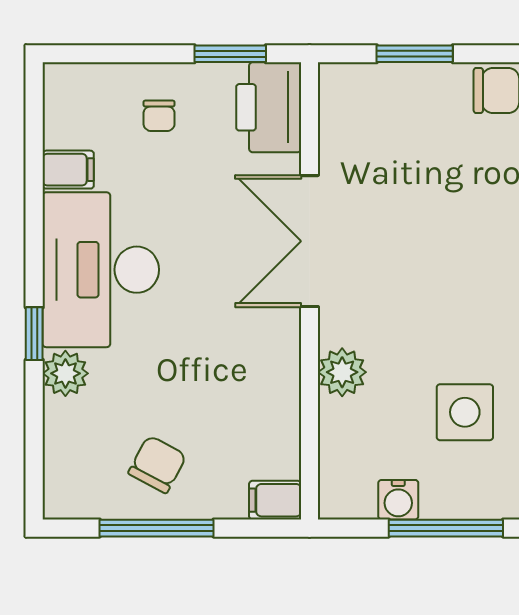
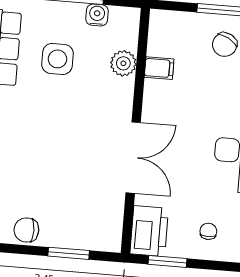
plant: (342, 372) -> (123, 63), moved
filing cabinet: (275, 500) -> (159, 68), moved

